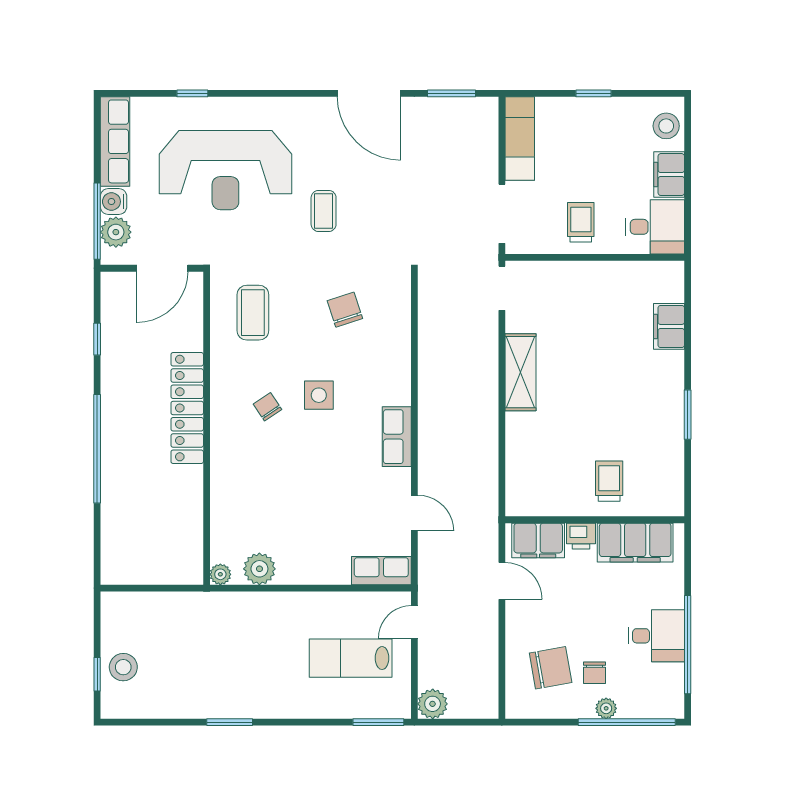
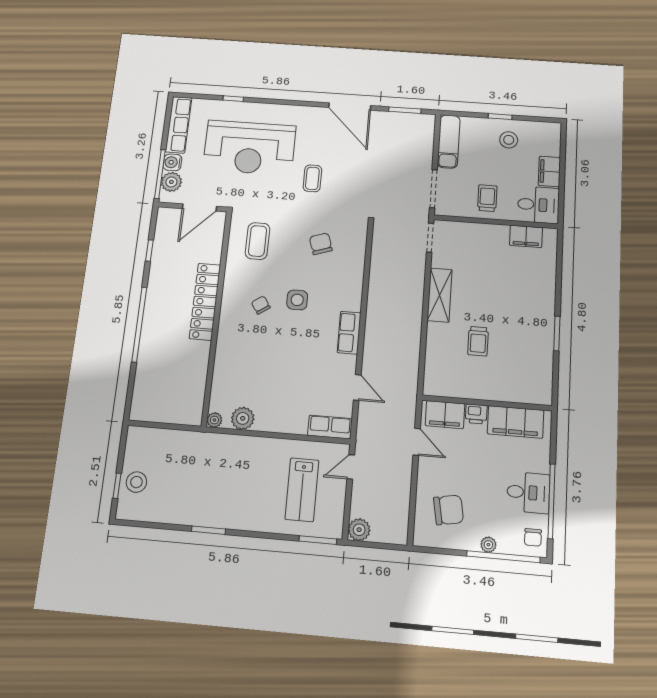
stool: (666, 126) -> (509, 140), moved
filing cabinet: (669, 326) -> (526, 236), moved, turned -90
trolley: (609, 481) -> (478, 341), moved, turned 180
lab bench: (351, 658) -> (302, 490), turned -90
chair: (594, 673) -> (533, 537), moved

